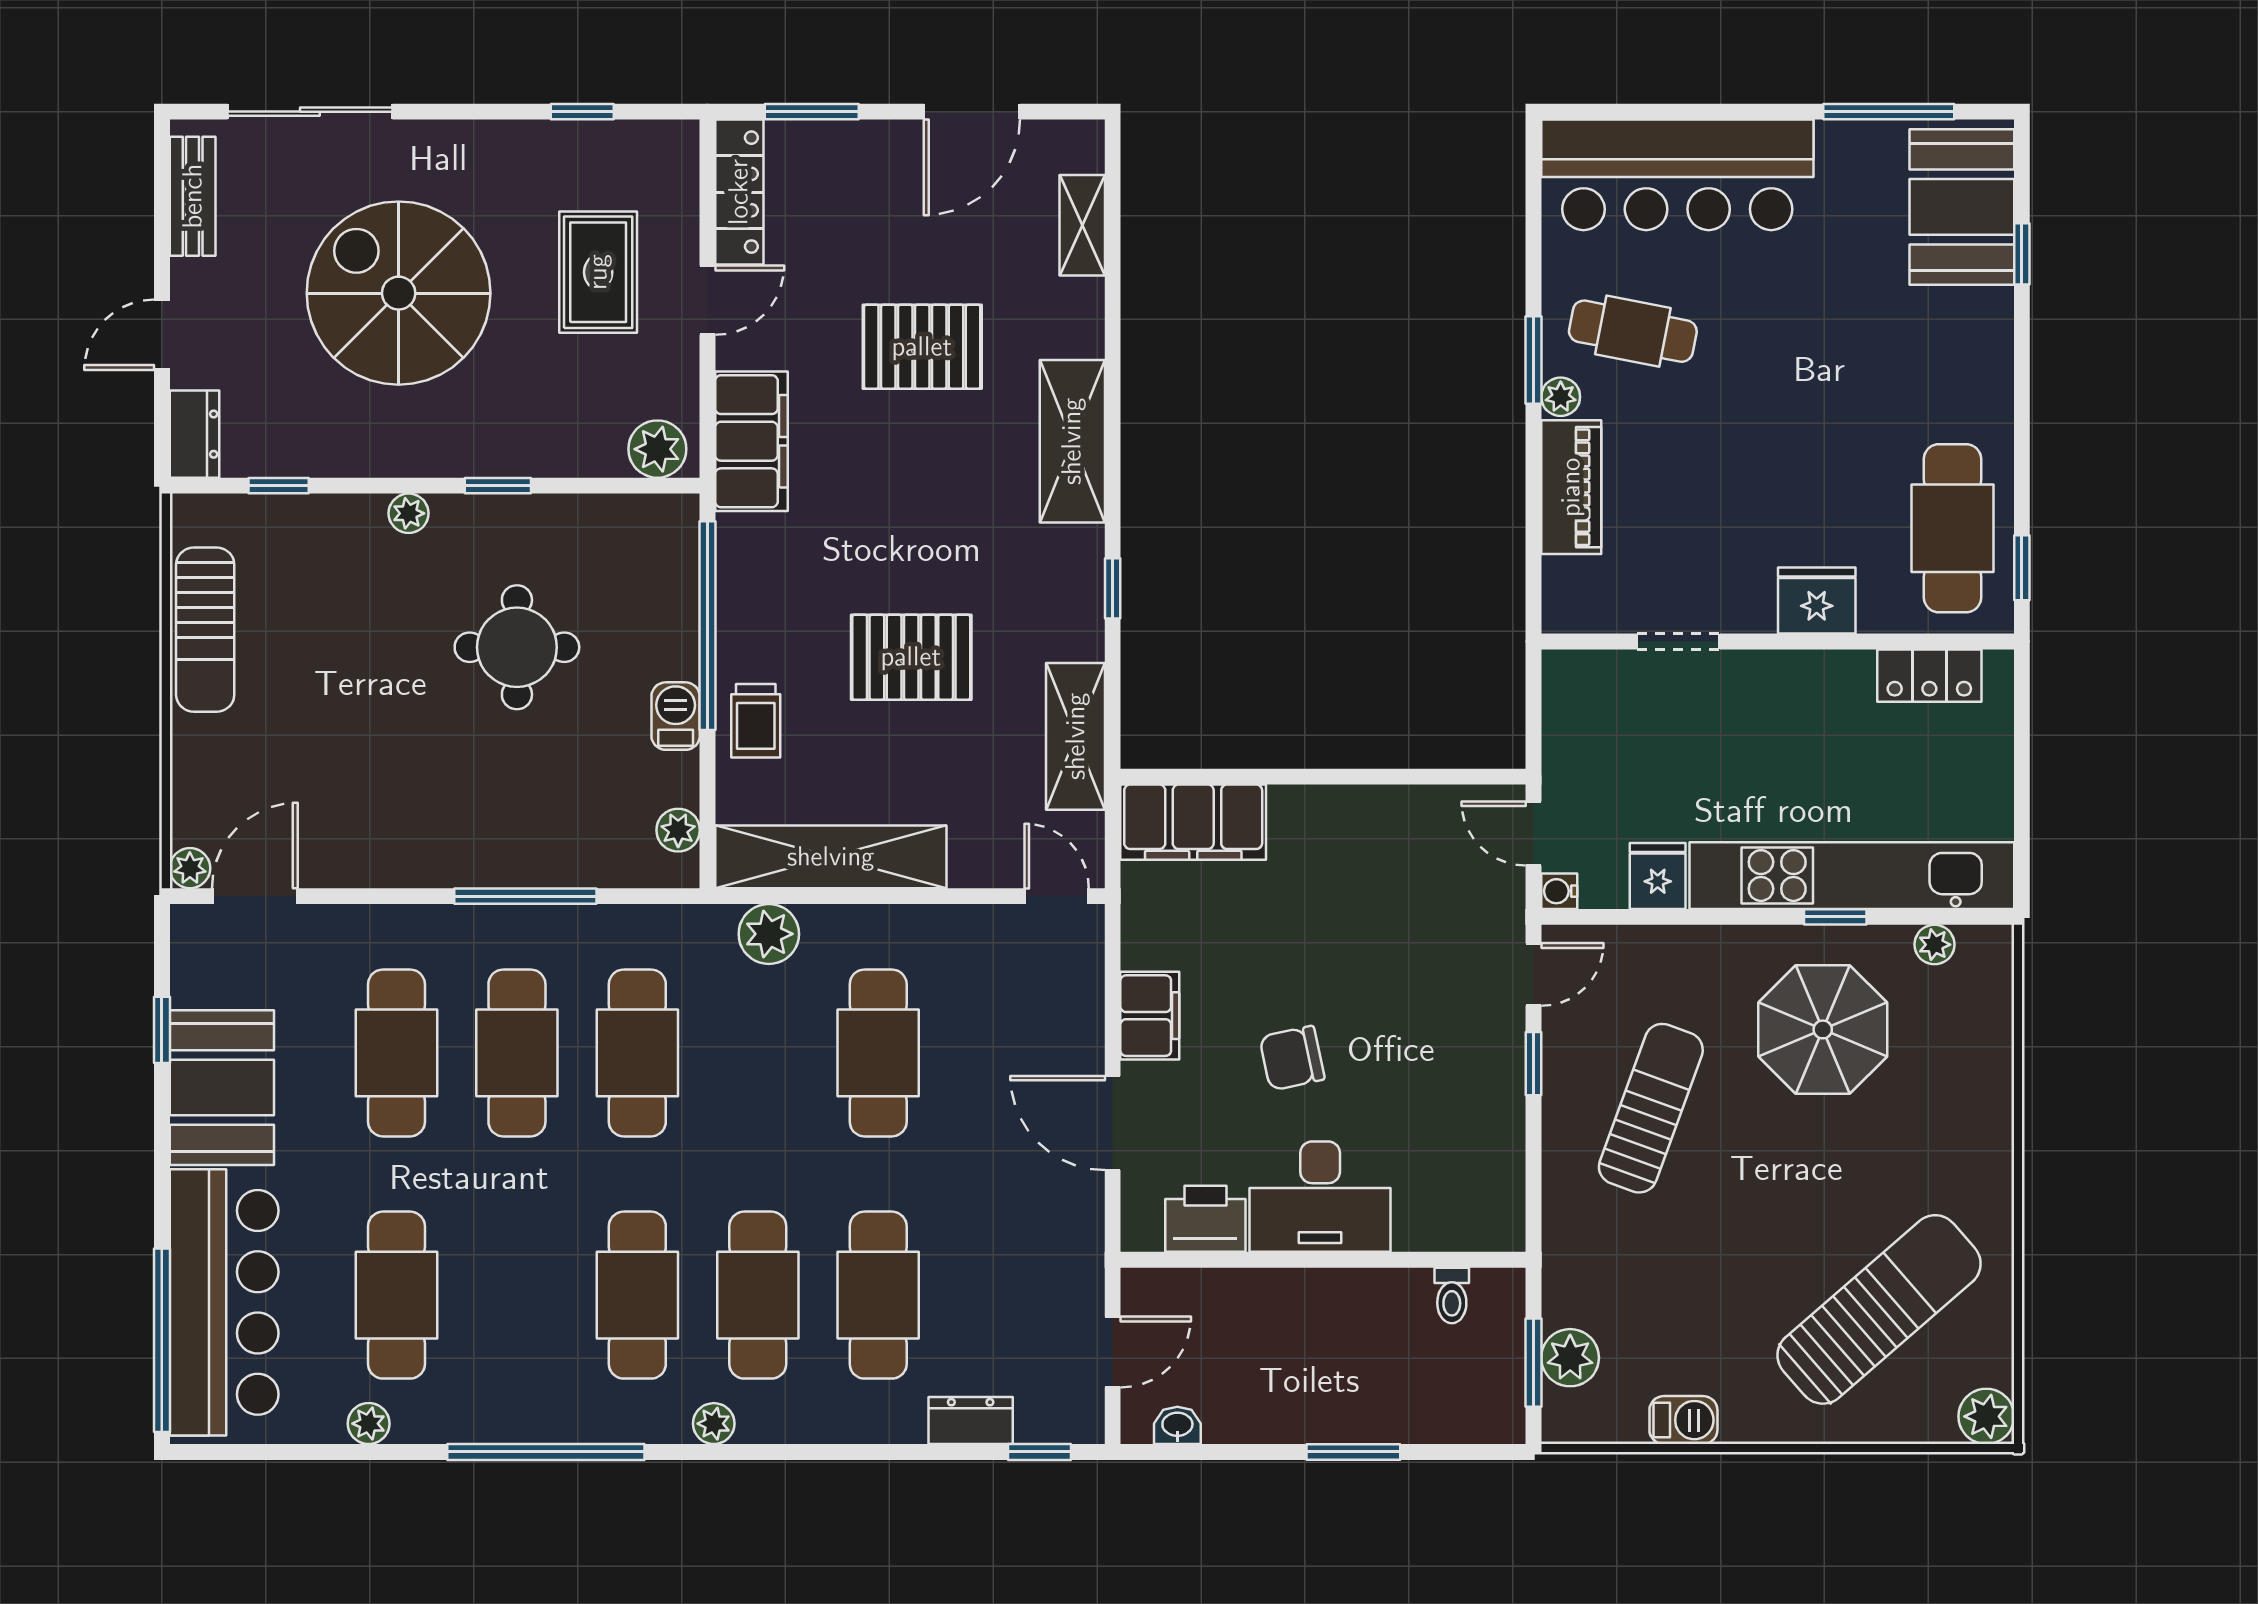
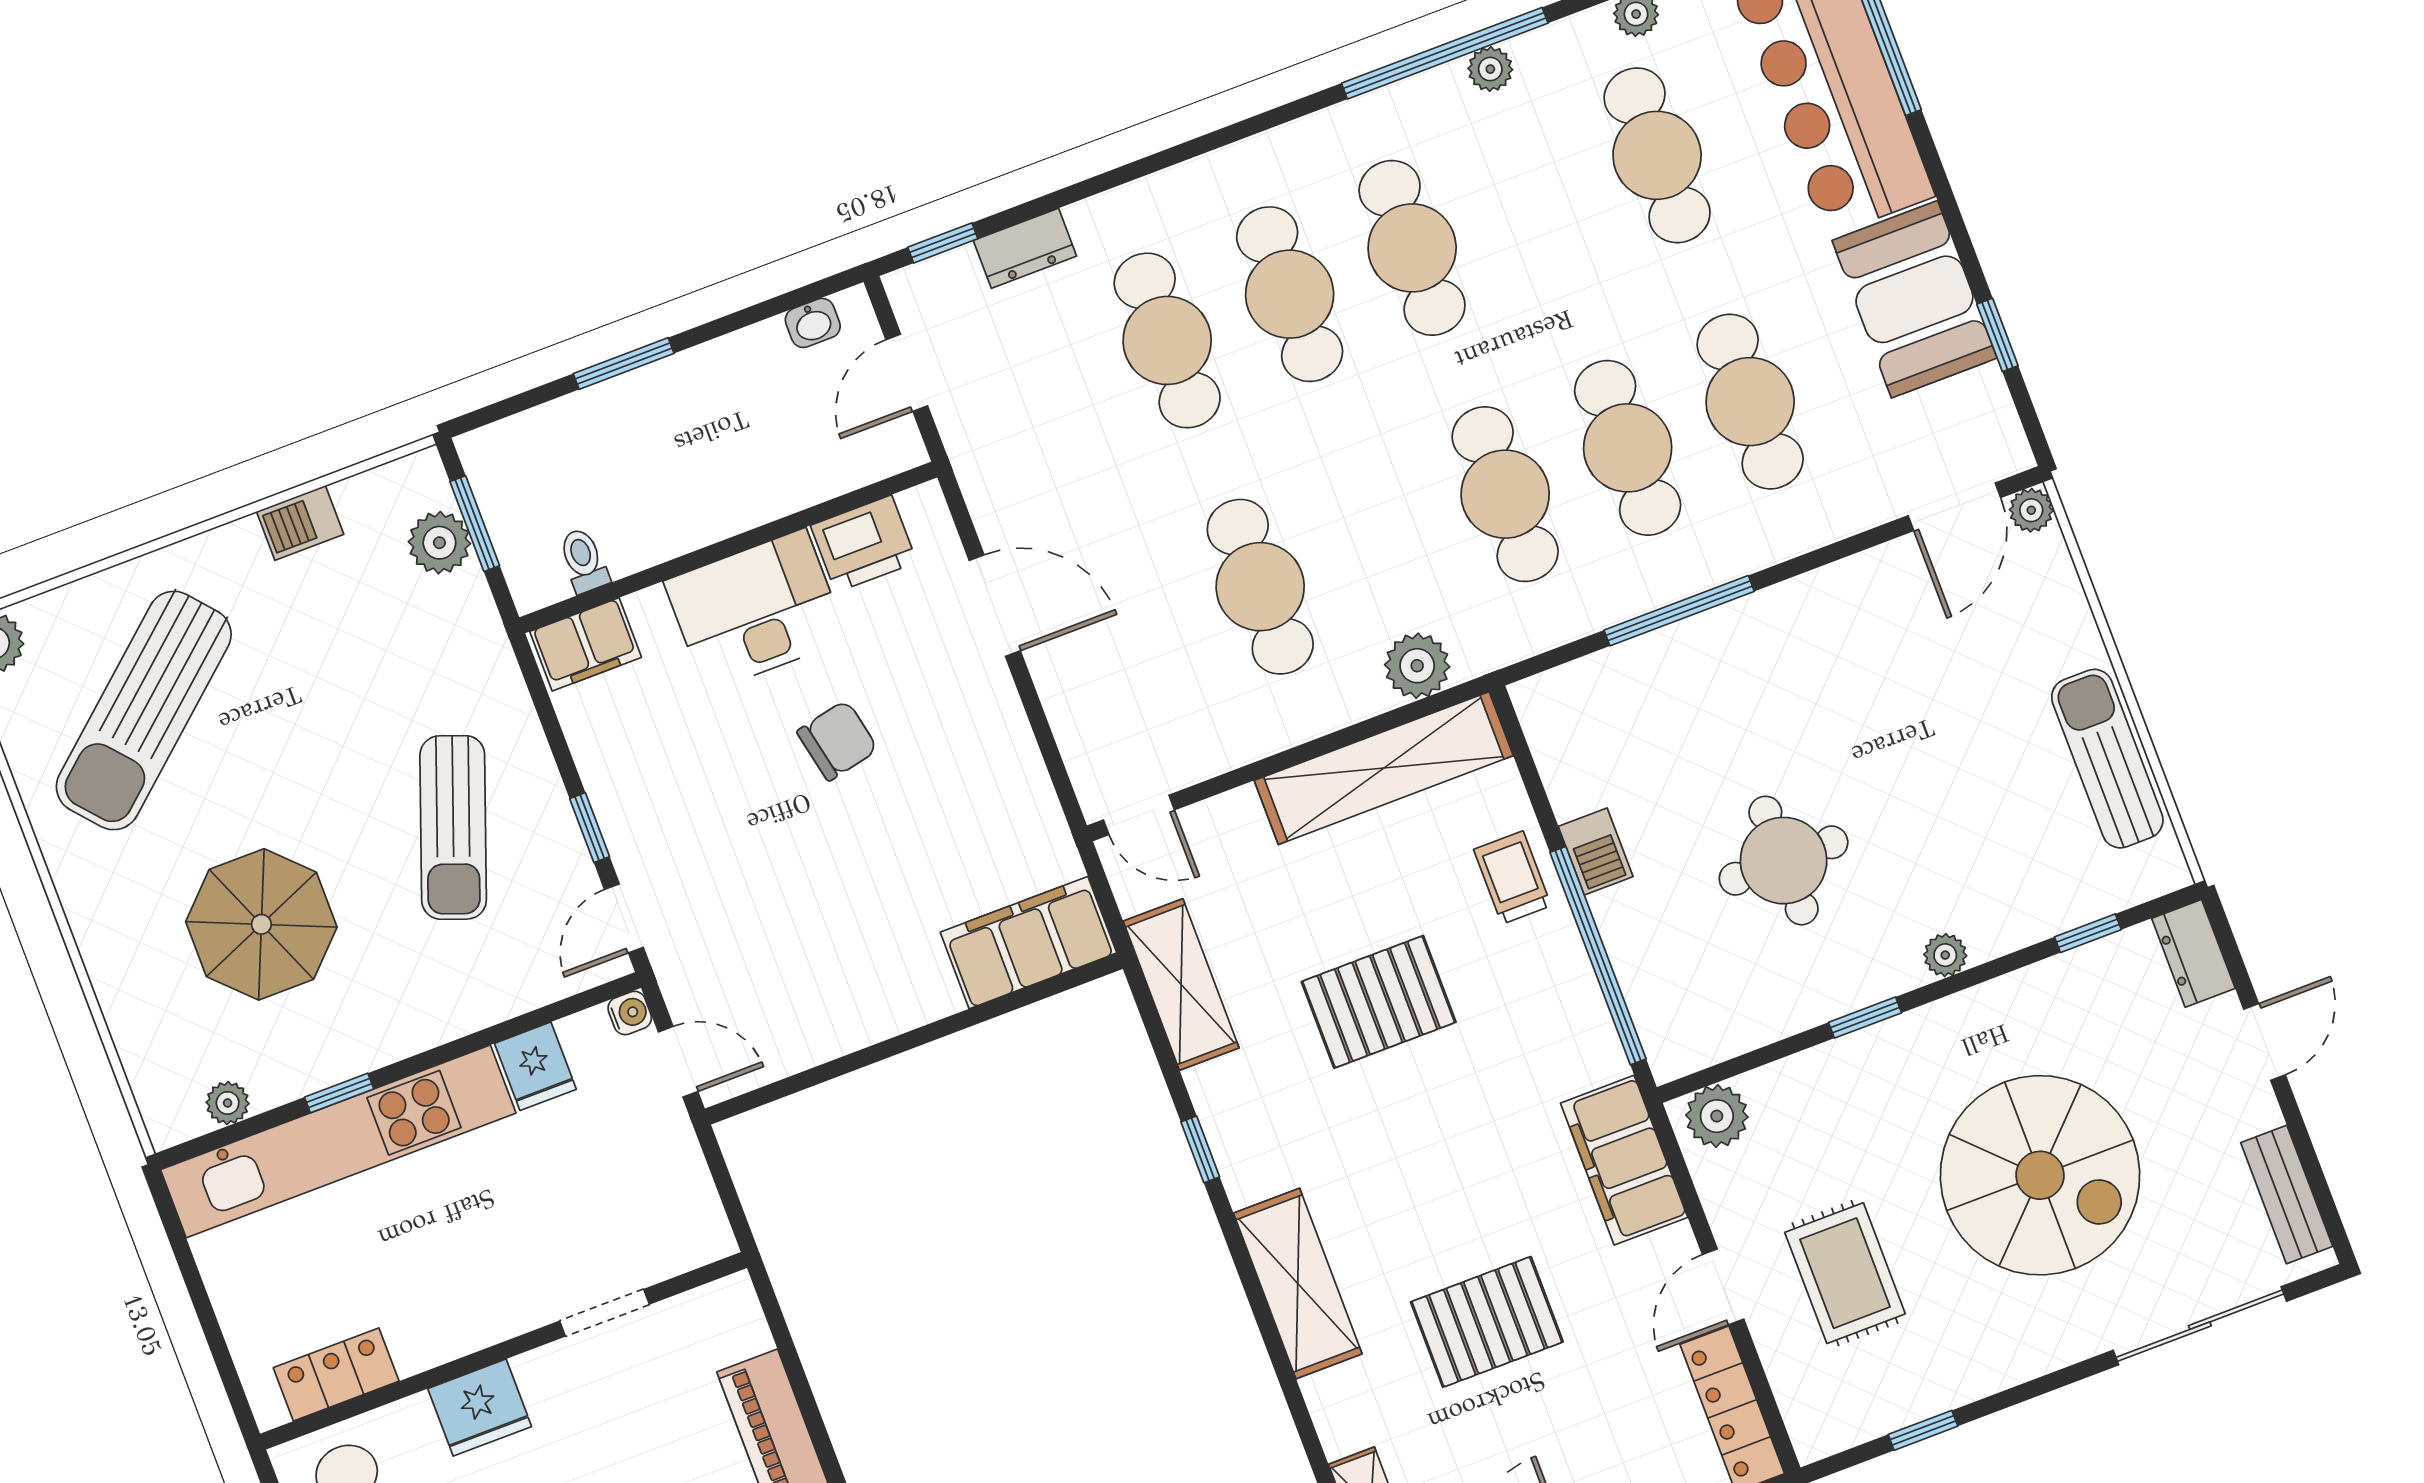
plant: (678, 830) -> (1549, 737), removed
filing cabinet: (1150, 1016) -> (586, 644), moved, turned -90
parasol: (1823, 1029) -> (261, 924), moved
plant: (714, 1424) -> (1490, 69), moved

